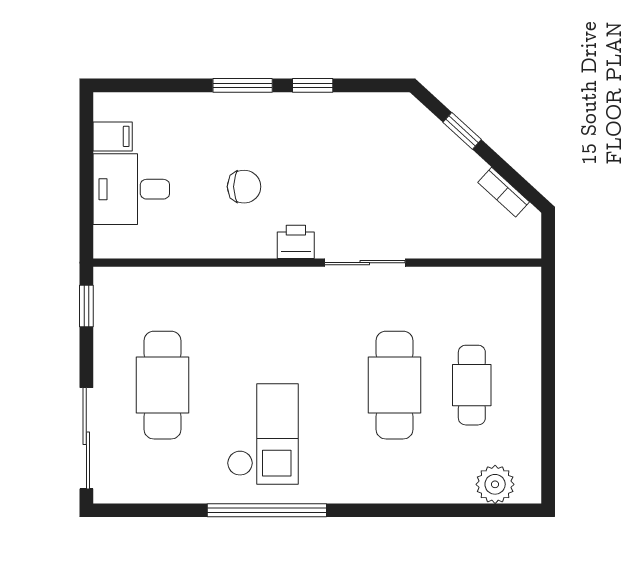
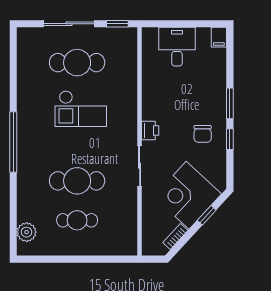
filing cabinet: (113, 136) -> (219, 37), moved
corner desk: (423, 168) -> (188, 195), added
chair: (244, 187) -> (203, 134), moved
checkout: (263, 434) -> (81, 109), moved
sliding door: (86, 438) -> (69, 24), moved
window: (267, 510) -> (13, 142), moved

